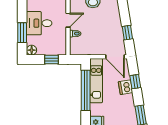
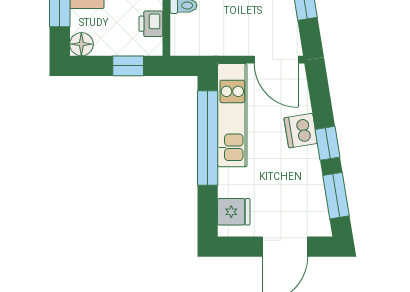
printer: (61, 41) -> (151, 24), added
window: (135, 82) -> (328, 143), moved

